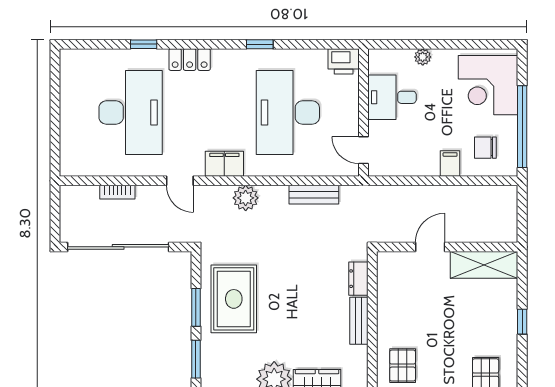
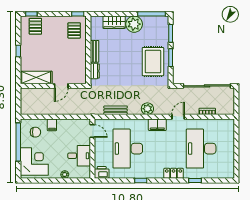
desk: (288, 112) -> (128, 149), turned 180
door: (180, 181) -> (178, 117), hinge flipped

